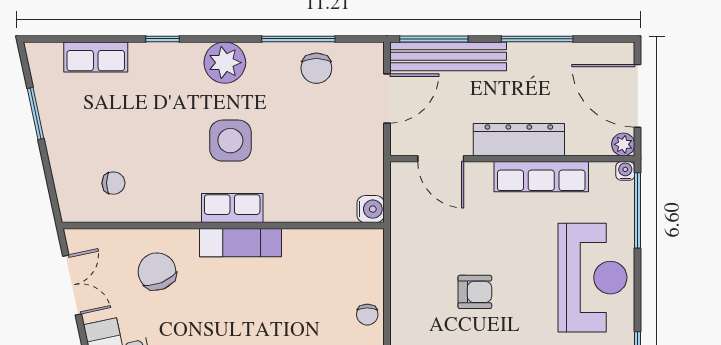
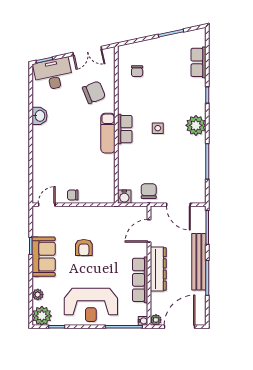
bench: (448, 56) -> (199, 262), moved
chair: (316, 68) -> (149, 191), moved, turned 90
side table: (230, 141) -> (158, 128), width x0.54, depth x0.54

